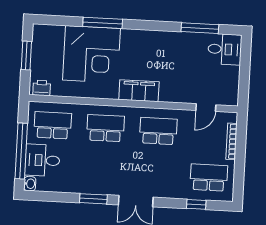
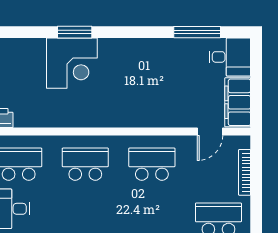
window: (103, 23) -> (75, 32), width x0.69
corner desk: (92, 54) -> (72, 63), width x0.74, depth x0.74
filing cabinet: (139, 91) -> (238, 102), moved, turned -90

